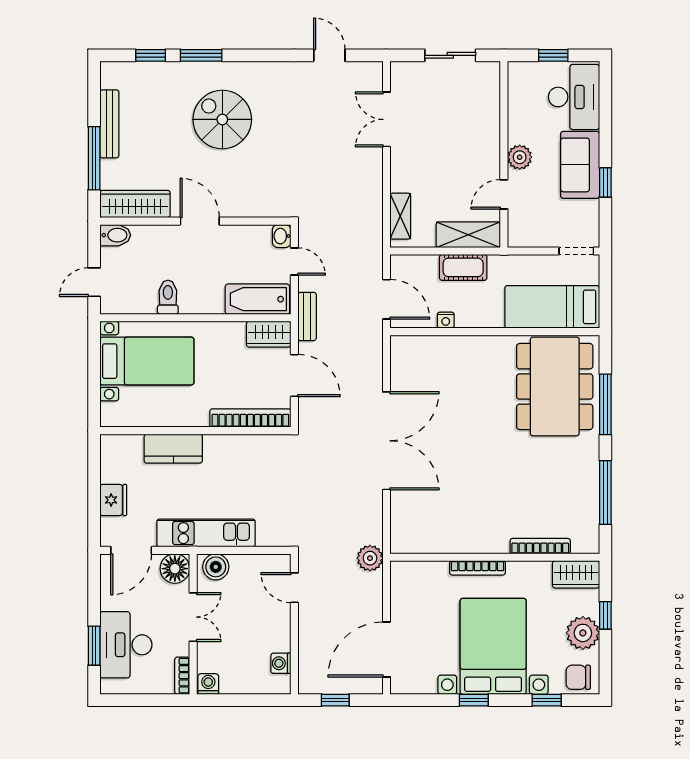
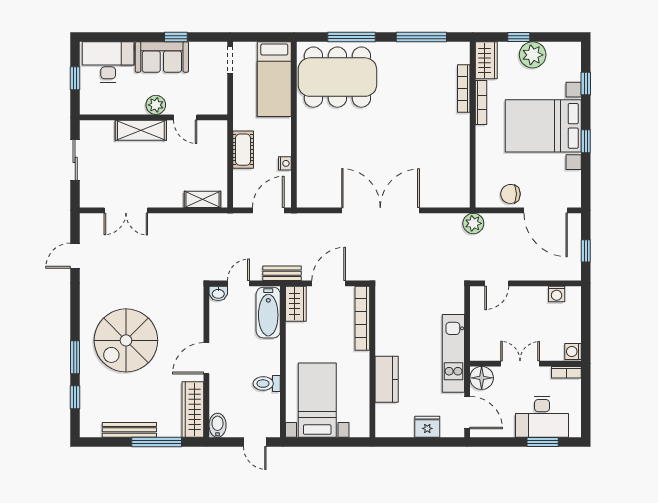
spiral stairs: (222, 119) -> (126, 340), width x1.37, depth x1.37
shelving: (468, 235) -> (141, 130), moved, turned 90
boiler: (216, 567) -> (480, 346), removed
bookcase: (478, 568) -> (481, 102), moved
chair: (578, 677) -> (510, 194), moved, turned 90

